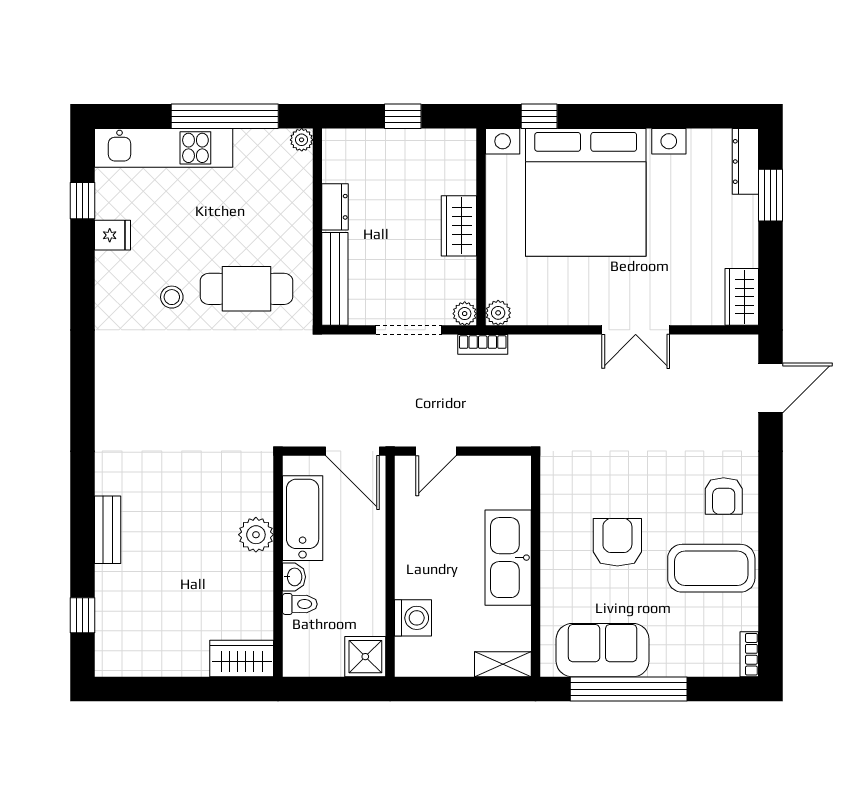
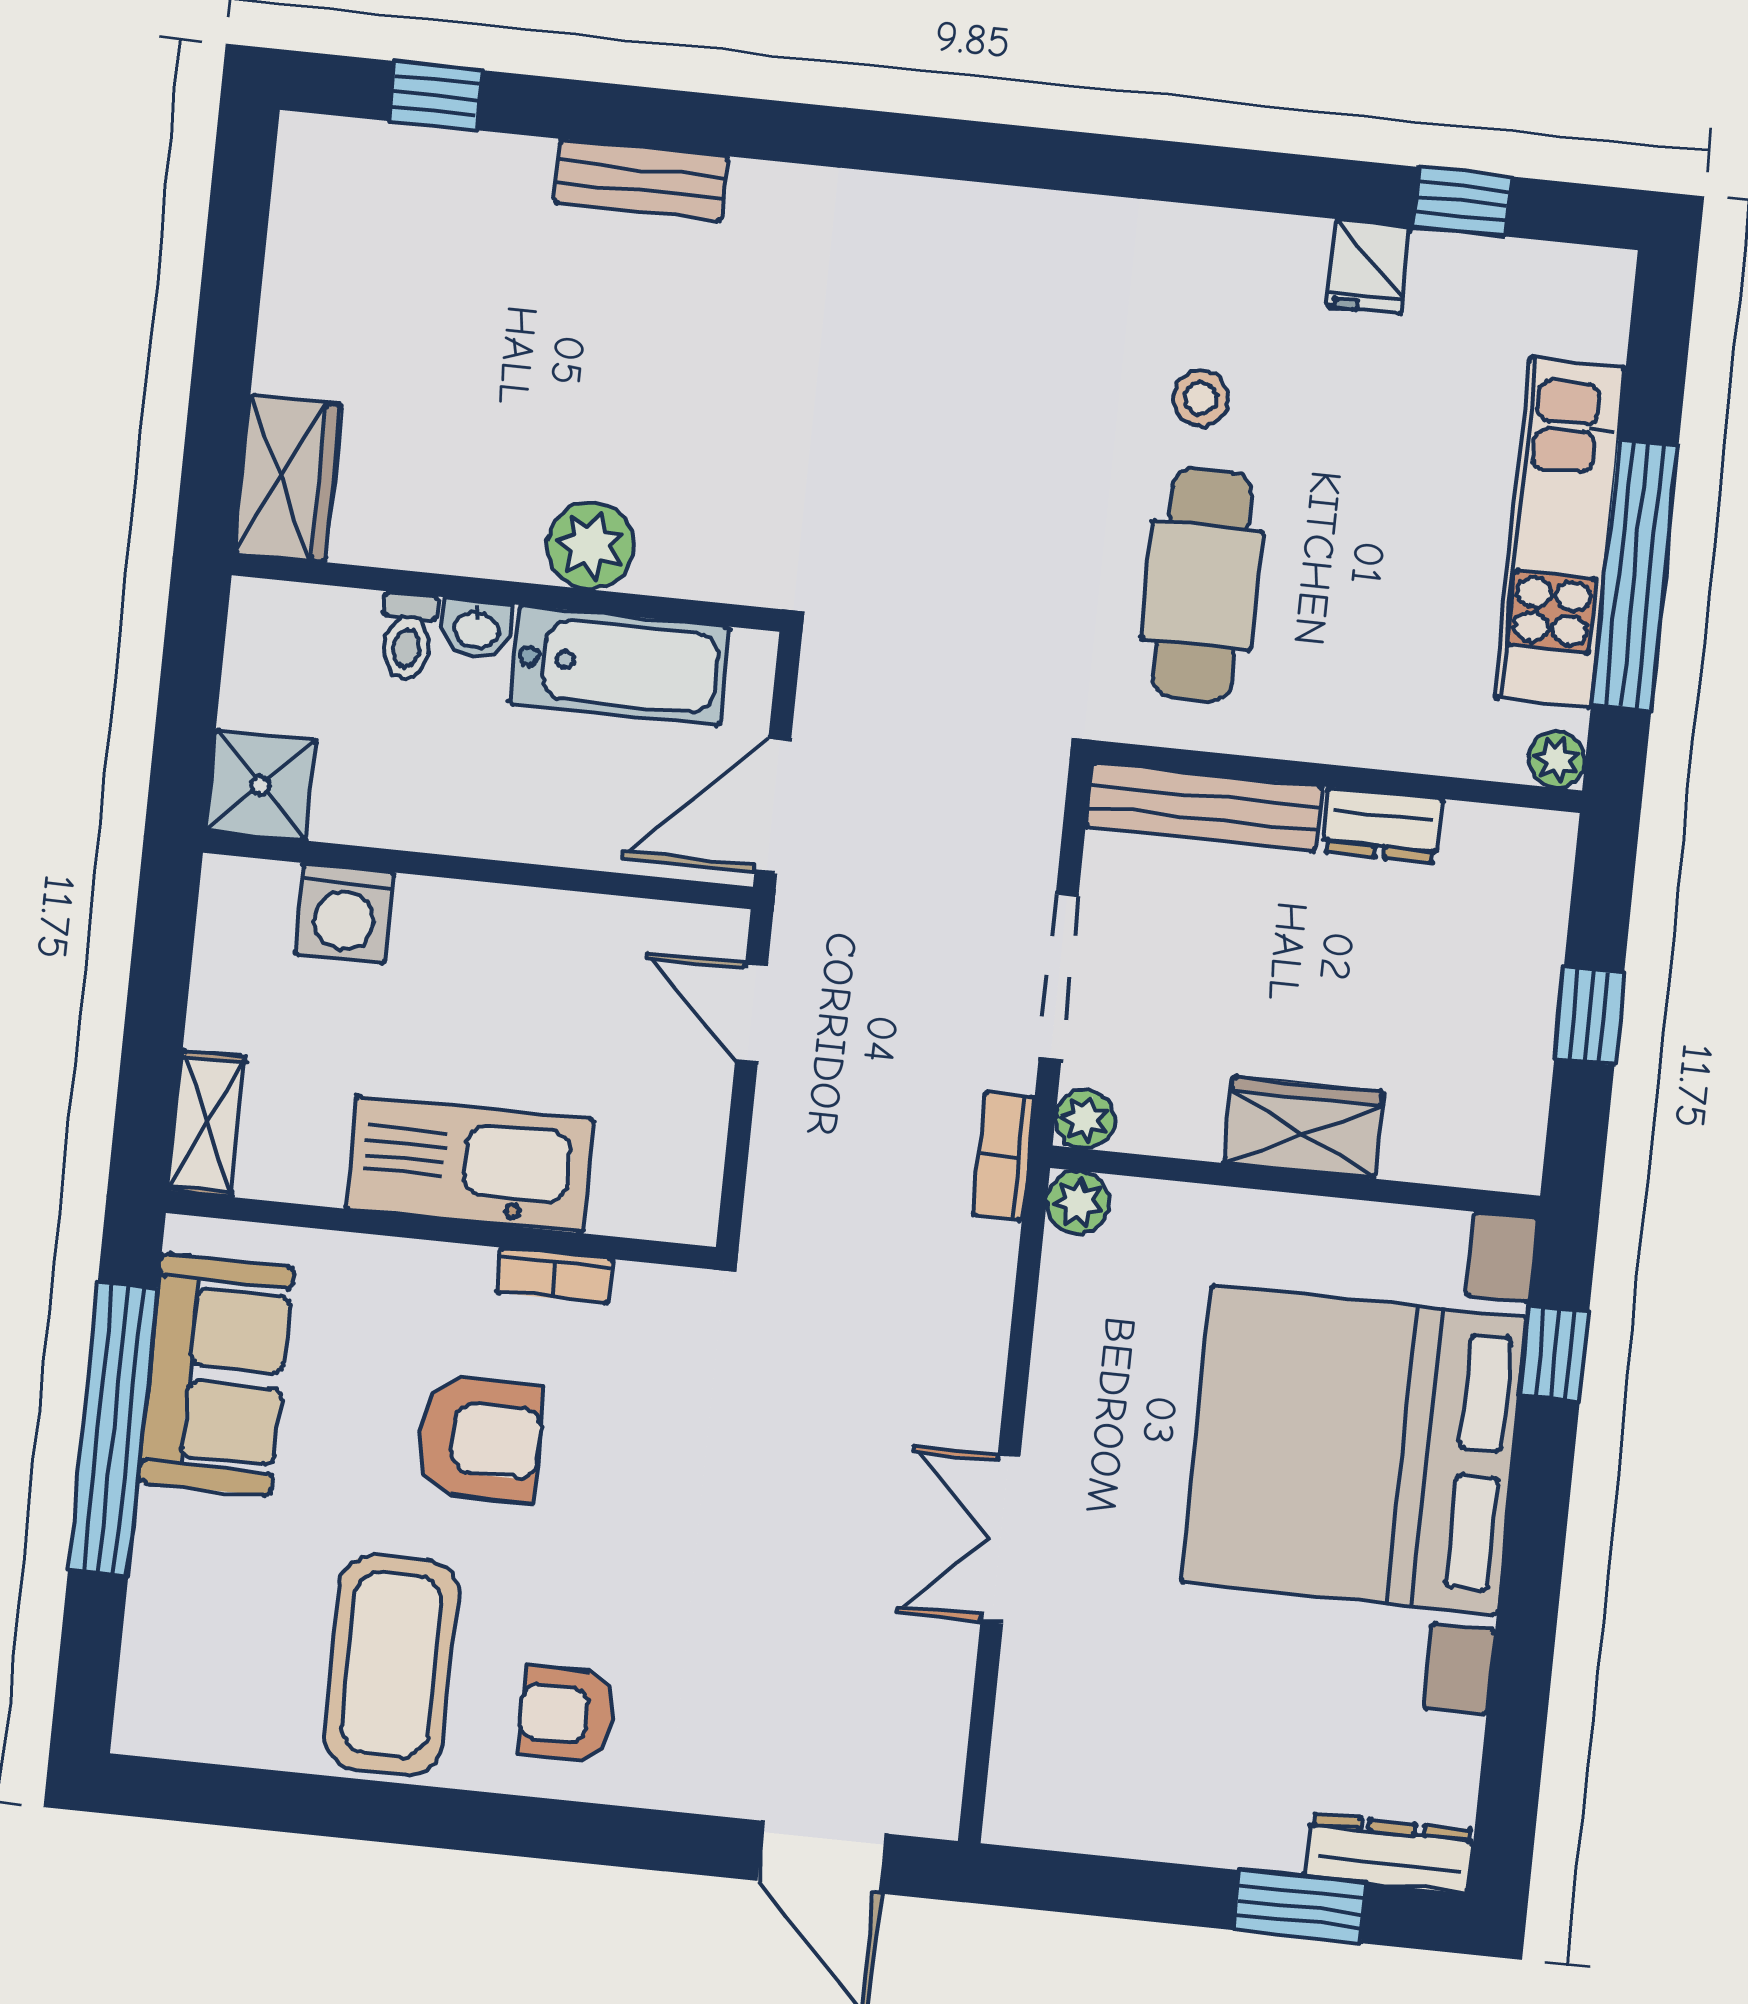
kitchen unit: (164, 148) -> (1560, 533), moved
wardrobe: (742, 297) -> (1055, 1810), removed
bookcase: (749, 654) -> (554, 1276), moved, turned 180

